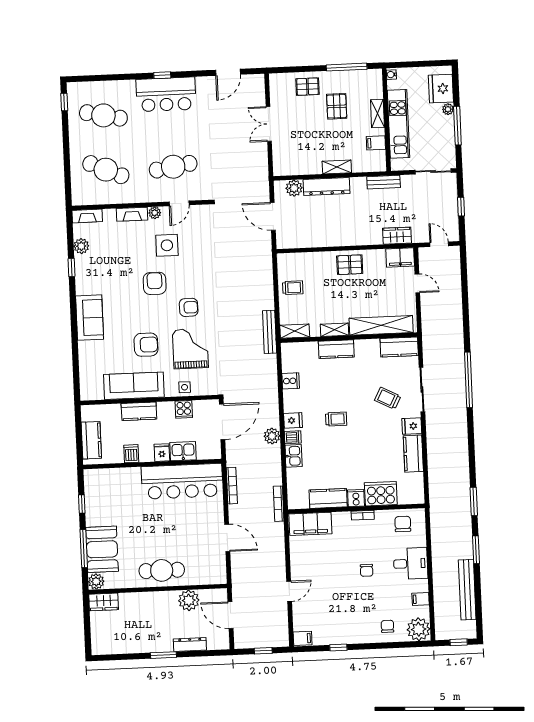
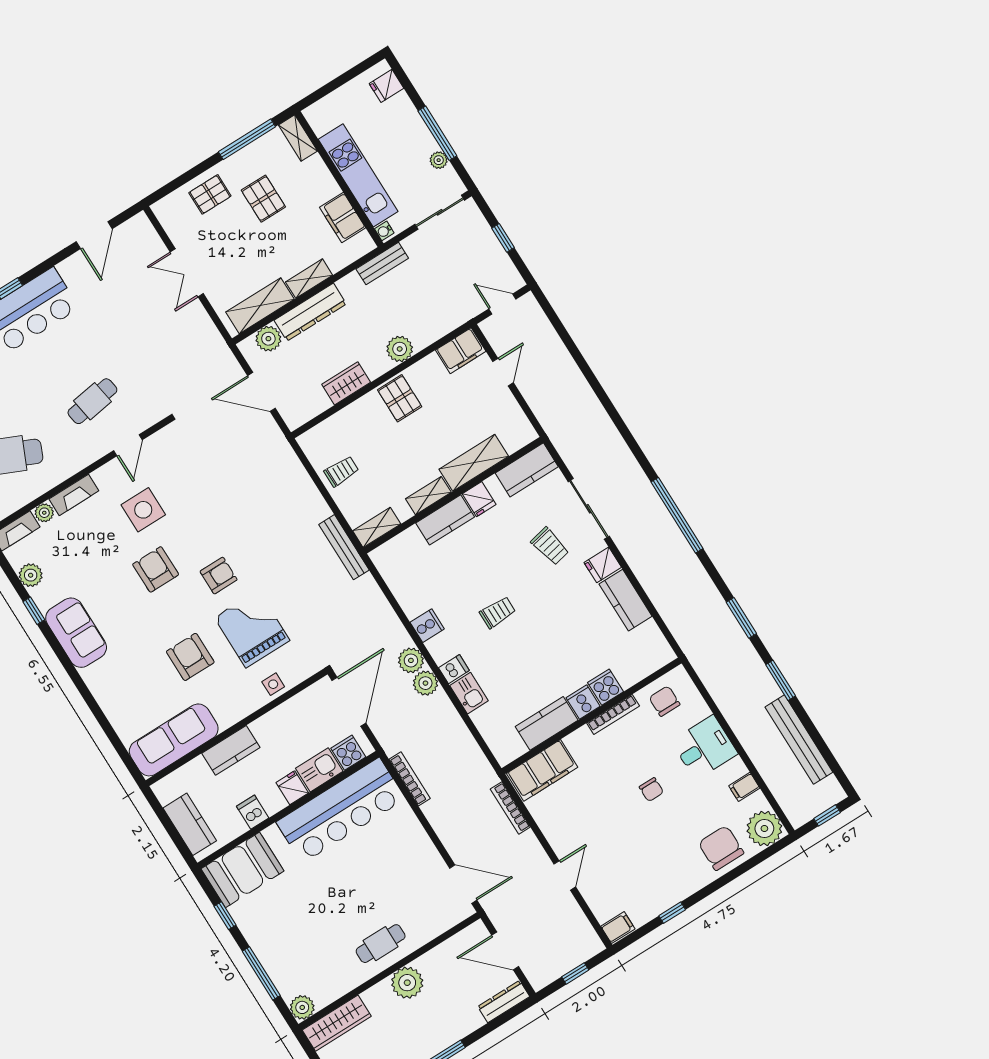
water cooler: (391, 75) -> (384, 231), moved
fridge: (441, 89) -> (386, 86), width x0.53, depth x0.75
plant: (448, 109) -> (439, 160), moved
shelving: (377, 114) -> (298, 138), moved
filing cabinet: (376, 143) -> (343, 217), width x2.00
shelving: (300, 166) -> (260, 306), added
cafe table: (173, 167) -> (92, 401), width x0.73, depth x0.74
plant: (155, 213) -> (44, 513), moved
wardrobe: (397, 236) -> (346, 383), moved
plant: (366, 237) -> (400, 349), added
pallet: (350, 265) -> (400, 398), turned 90
door: (417, 283) -> (503, 372), hinge flipped
sofa: (90, 318) -> (76, 633), moved
shelving: (381, 325) -> (474, 463), width x0.68
armchair: (146, 345) -> (190, 657), turned -90
window: (469, 380) -> (677, 515), moved
cooker: (291, 381) -> (427, 626), moved
sofa: (134, 386) -> (174, 740), moved
trolley: (388, 398) -> (550, 546), turned -129
cooker: (184, 409) -> (348, 753), moved, turned 180
plant: (271, 418) -> (411, 660), added
fridge: (293, 420) -> (479, 499), moved, turned 90
cooker: (381, 494) -> (605, 687), width x0.53, depth x0.76
bookcase: (279, 504) -> (510, 808), moved
bookcase: (363, 515) -> (613, 714), width x1.56
door: (227, 538) -> (463, 884), moved
booth: (102, 549) -> (242, 870), moved, turned 90
cafe table: (162, 570) -> (381, 944), width x0.73, depth x0.74
plant: (189, 600) -> (407, 983), moved
wardrobe: (104, 602) -> (337, 1023), width x1.50
chair: (387, 626) -> (721, 848), width x1.87, depth x1.87
dresser: (190, 645) -> (504, 1002), moved

